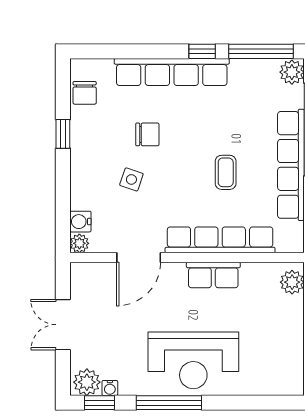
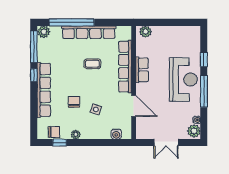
window: (63, 134) -> (60, 143), moved
plant: (79, 243) -> (76, 135), moved
window: (99, 403) -> (204, 60), moved

